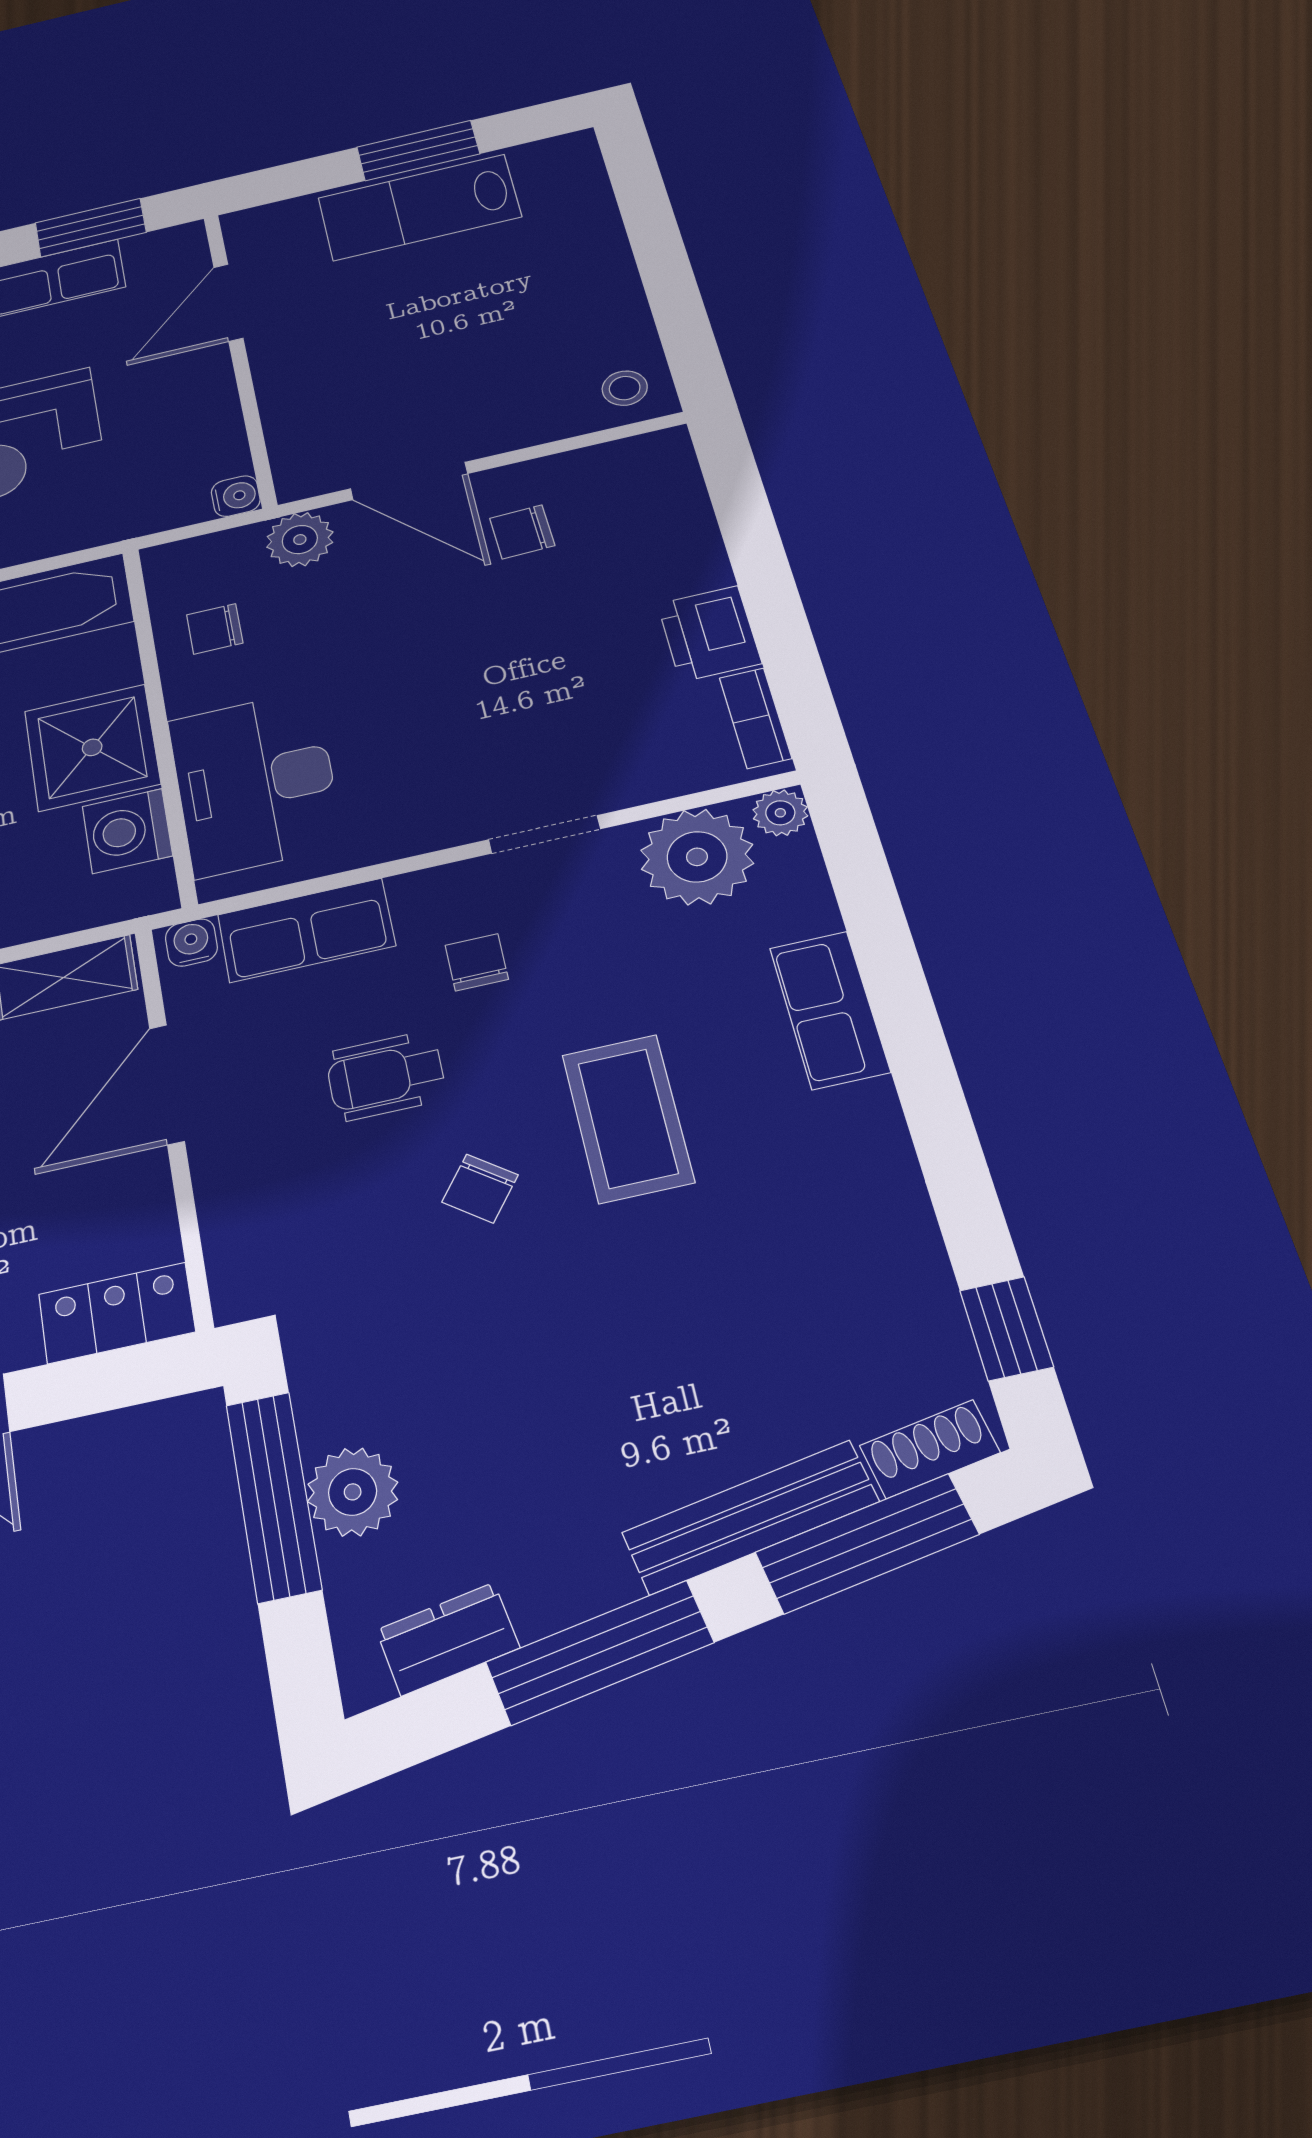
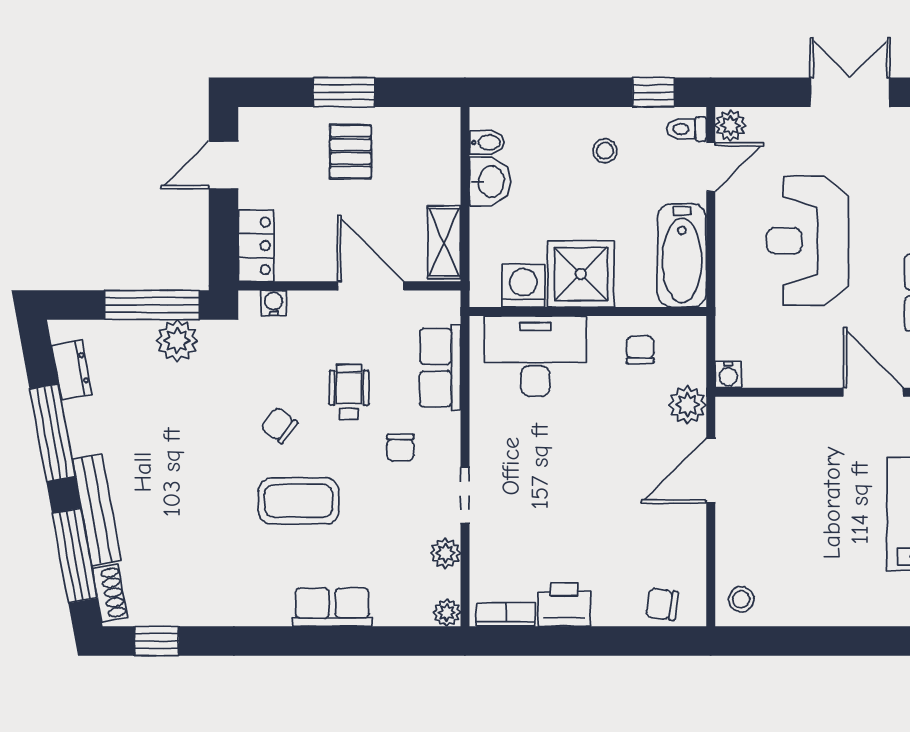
chair: (522, 532) -> (662, 604), moved, turned -80
plant: (697, 857) -> (445, 553), width x0.53, depth x0.53
water cooler: (191, 943) -> (274, 303), moved, turned -90
chair: (477, 962) -> (400, 448), turned 90
plant: (353, 1492) -> (177, 340), moved

